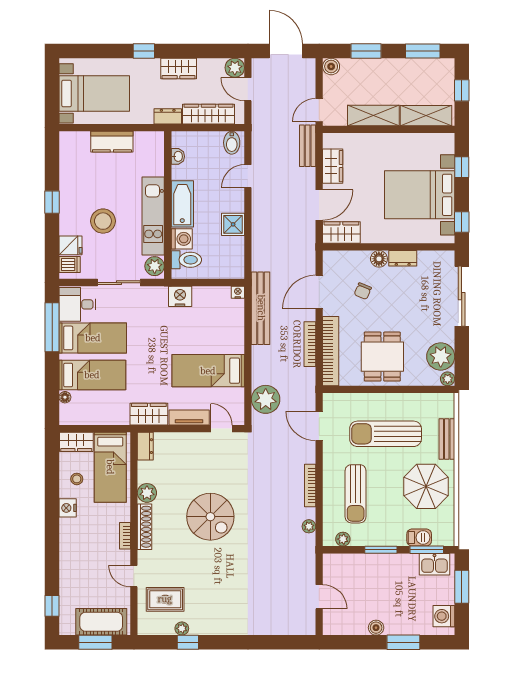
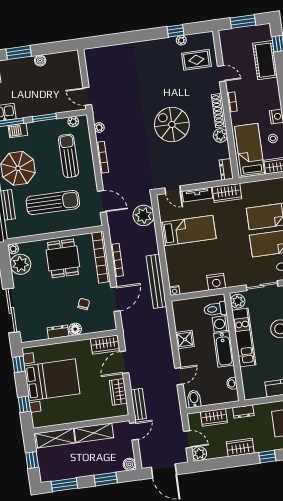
wardrobe: (208, 114) -> (214, 417), width x0.67
door: (319, 597) -> (87, 96), moved
cot: (101, 622) -> (265, 60), moved, turned 90

